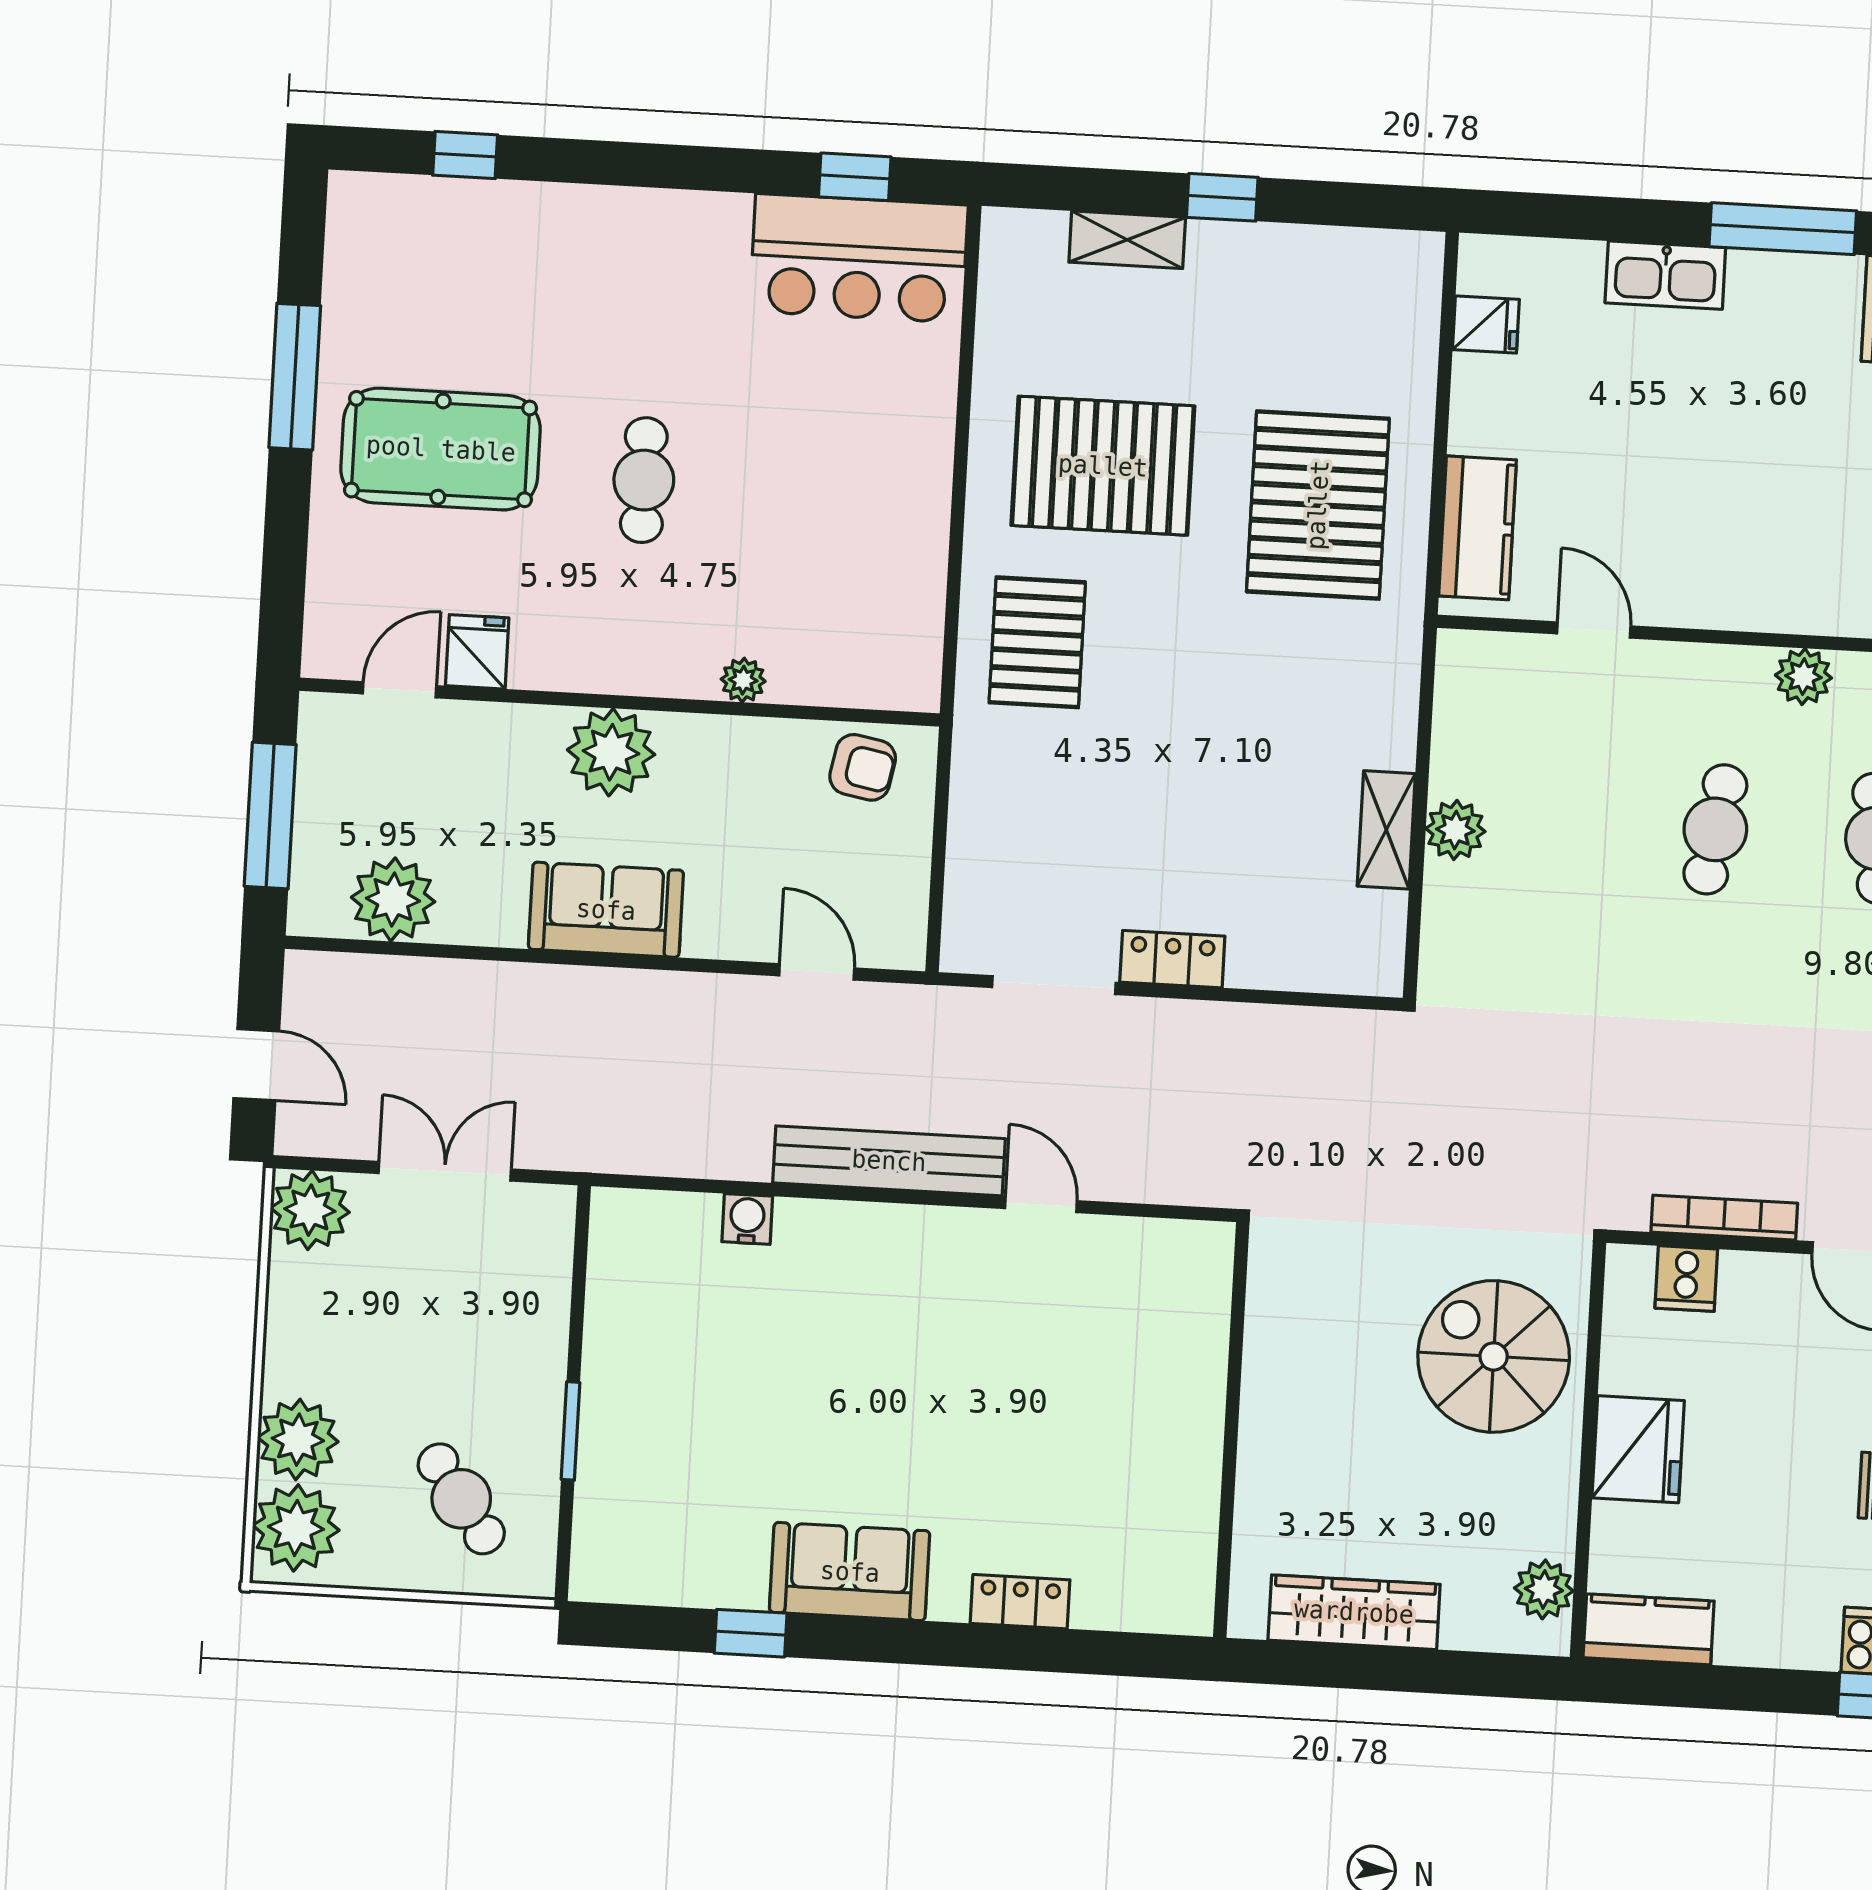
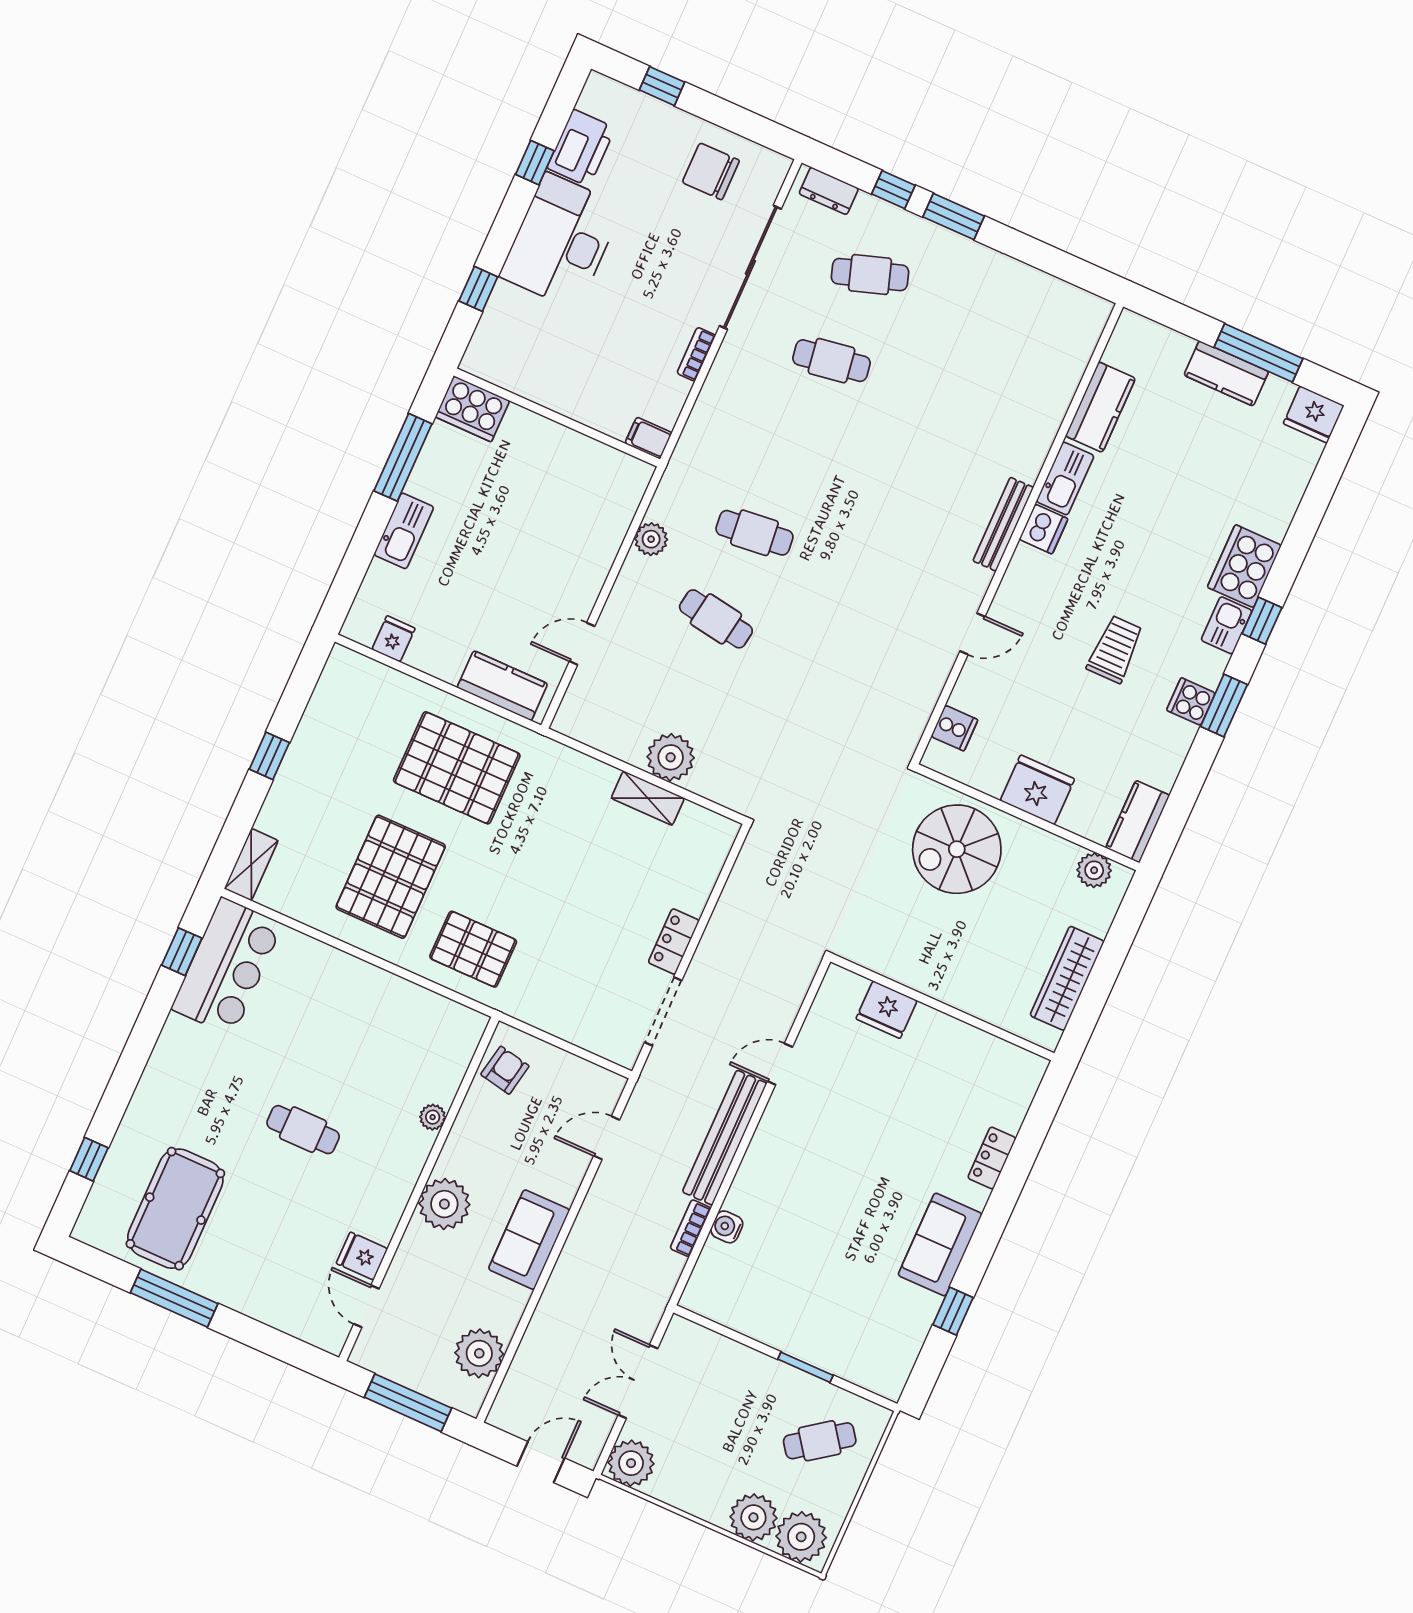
shelving: (1127, 240) -> (251, 865), moved
pool table: (441, 449) -> (175, 1209), moved
plant: (1455, 830) -> (671, 757), width x1.36, depth x1.36
bookcase: (1724, 1218) -> (691, 1228), moved, width x0.64
fridge: (1193, 1342) -> (887, 1010), added

